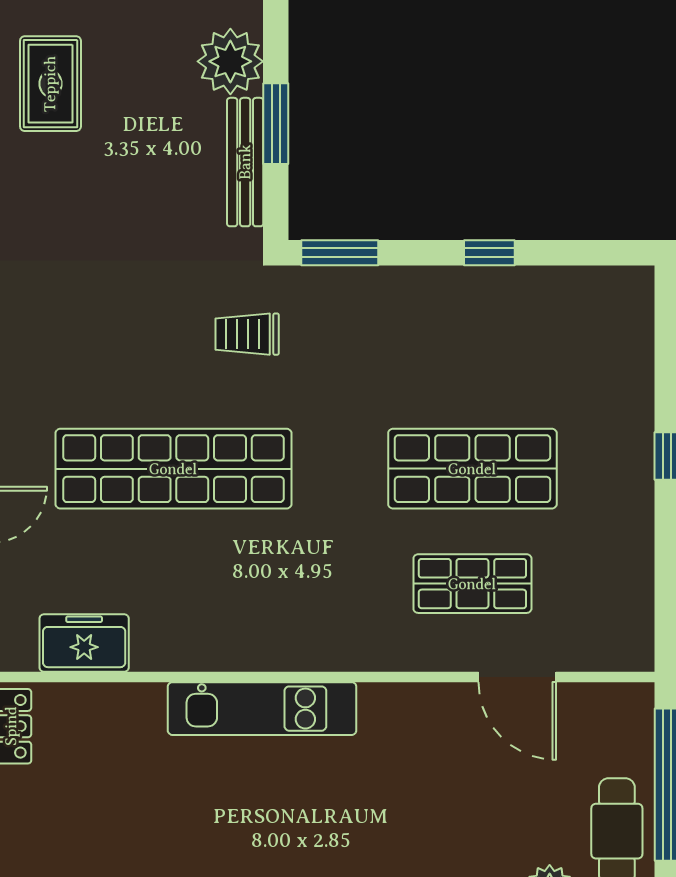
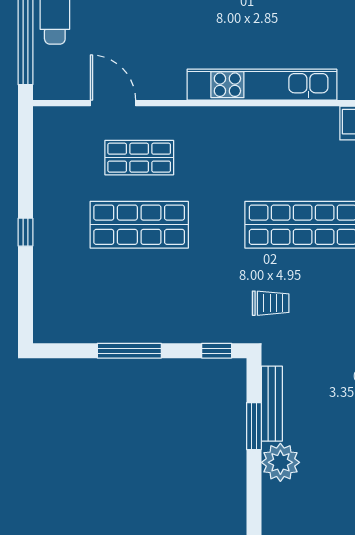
window: (340, 253) -> (217, 351), width x0.67
window: (489, 253) -> (129, 351), width x2.17
kitchen unit: (262, 709) -> (262, 85), width x1.36

